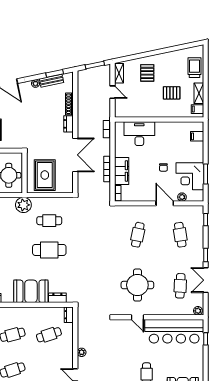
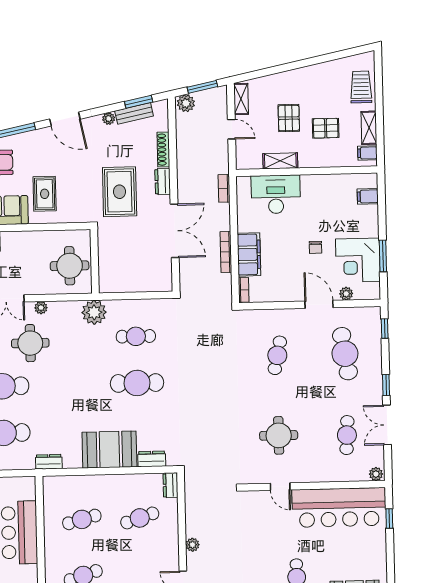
pallet: (147, 73) -> (289, 118), moved
plant: (84, 75) -> (186, 103), added
shelving: (143, 113) -> (280, 161), added
rug: (45, 175) -> (120, 192), moved
cafe table: (180, 235) -> (345, 354), width x1.37, depth x1.35
round table: (137, 285) -> (279, 435), width x0.73, depth x0.73

